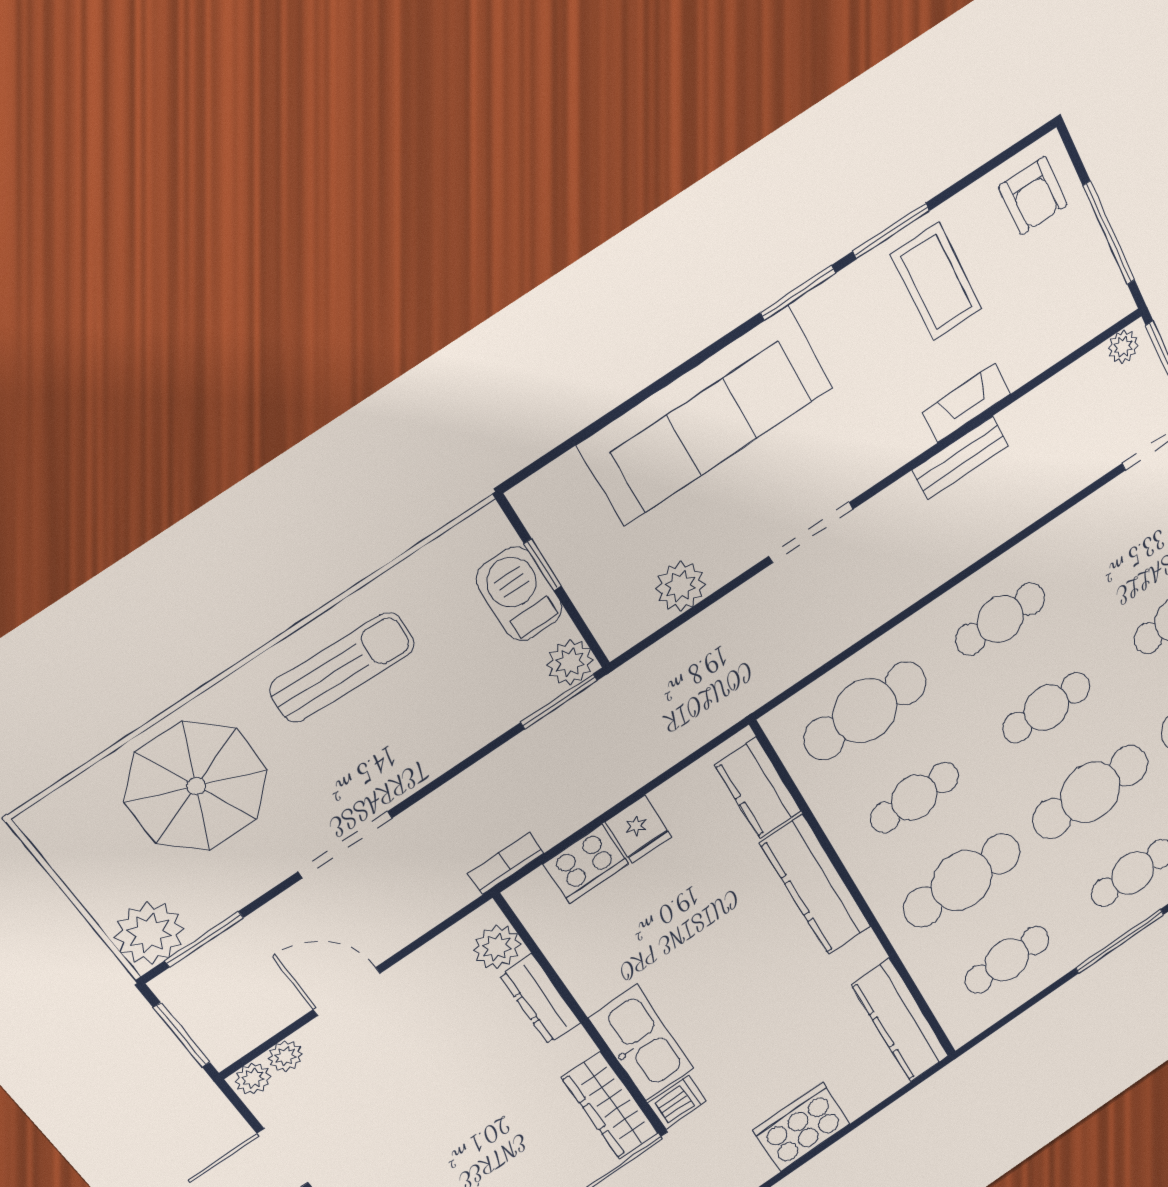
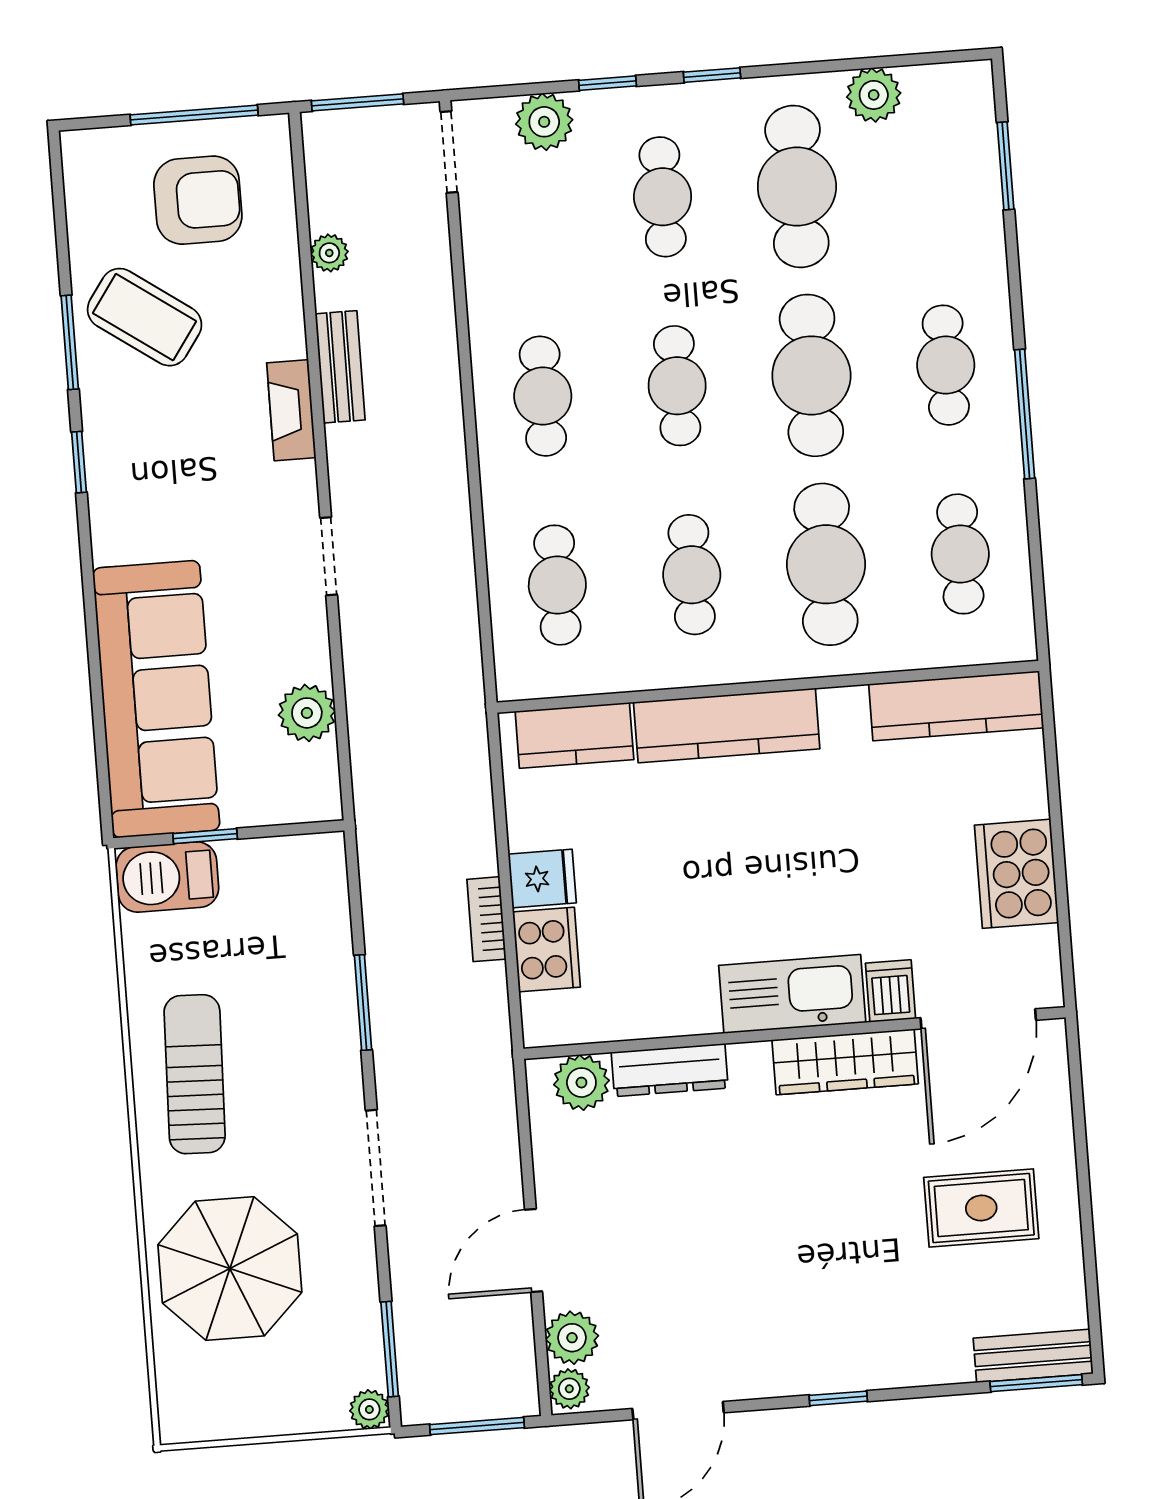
armchair: (1033, 196) -> (198, 200), moved, width x1.38, depth x1.38
coffee table: (936, 282) -> (145, 317), turned 35
window: (798, 293) -> (79, 462), width x0.67
plant: (1123, 347) -> (329, 253), moved
fireplace: (966, 403) -> (291, 410), moved
sofa: (706, 416) -> (156, 699), moved
doorway: (811, 533) -> (329, 556), width x0.73
barbecue: (519, 594) -> (167, 877), moved
plant: (570, 662) -> (320, 859), removed
window: (559, 701) -> (363, 1003), moved
cafe table: (865, 711) -> (557, 585), width x0.73, depth x0.74
bookcase: (506, 863) -> (486, 919), moved
plant: (149, 933) -> (369, 1409), width x0.53, depth x0.53
plant: (285, 1056) -> (572, 1338), width x1.38, depth x1.38

